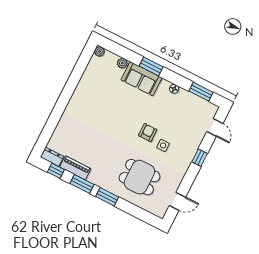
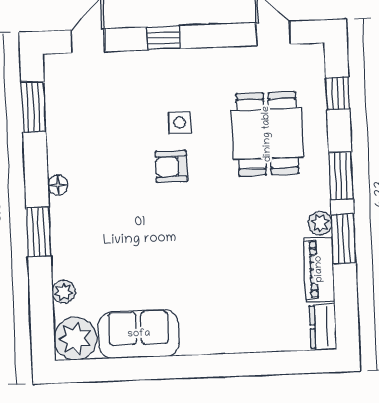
plant: (99, 51) -> (75, 339), width x1.87, depth x1.87
sofa: (142, 79) -> (139, 334), moved, turned -90
floor lamp: (174, 89) -> (58, 185), moved
window: (56, 171) -> (338, 94), moved
plant: (93, 178) -> (320, 223), added

